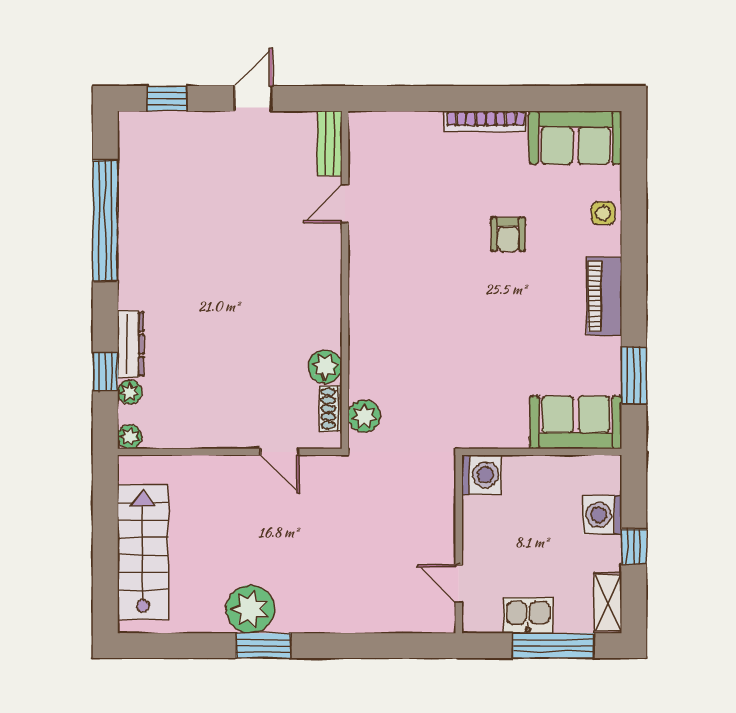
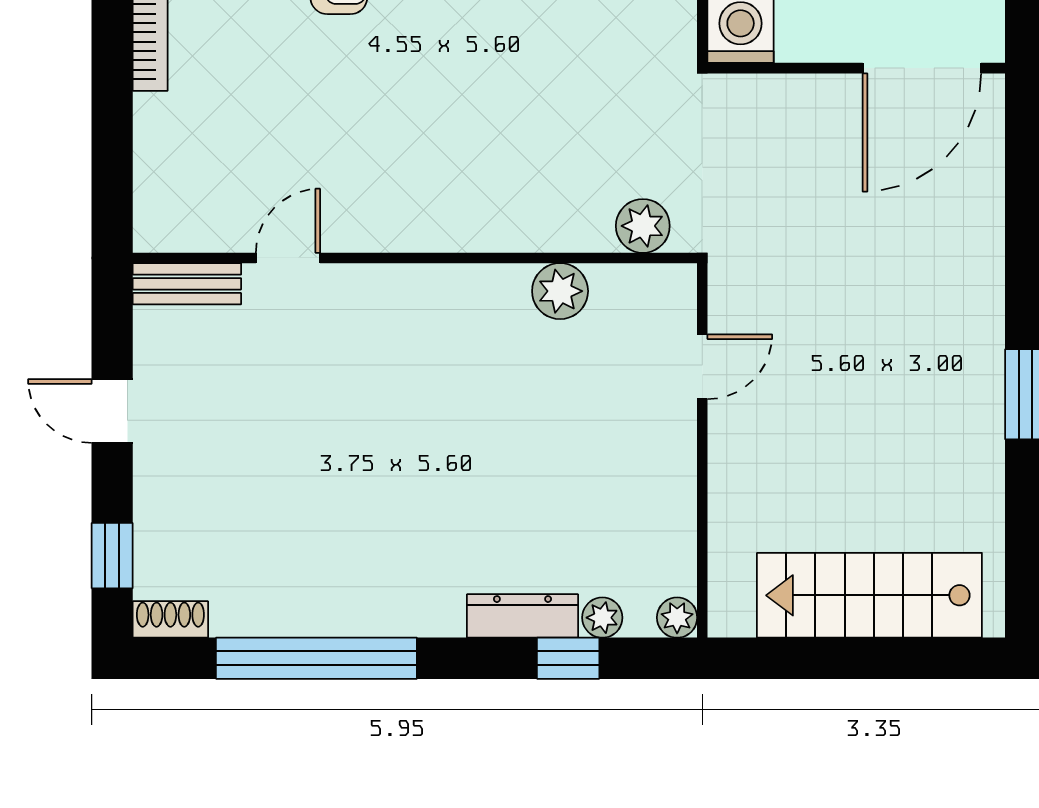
door: (345, 204) -> (288, 258), swing flipped
shoe rack: (331, 408) -> (170, 619), moved, turned 180
door: (459, 583) -> (922, 68), width x1.87
plant: (250, 609) -> (965, 416), removed

